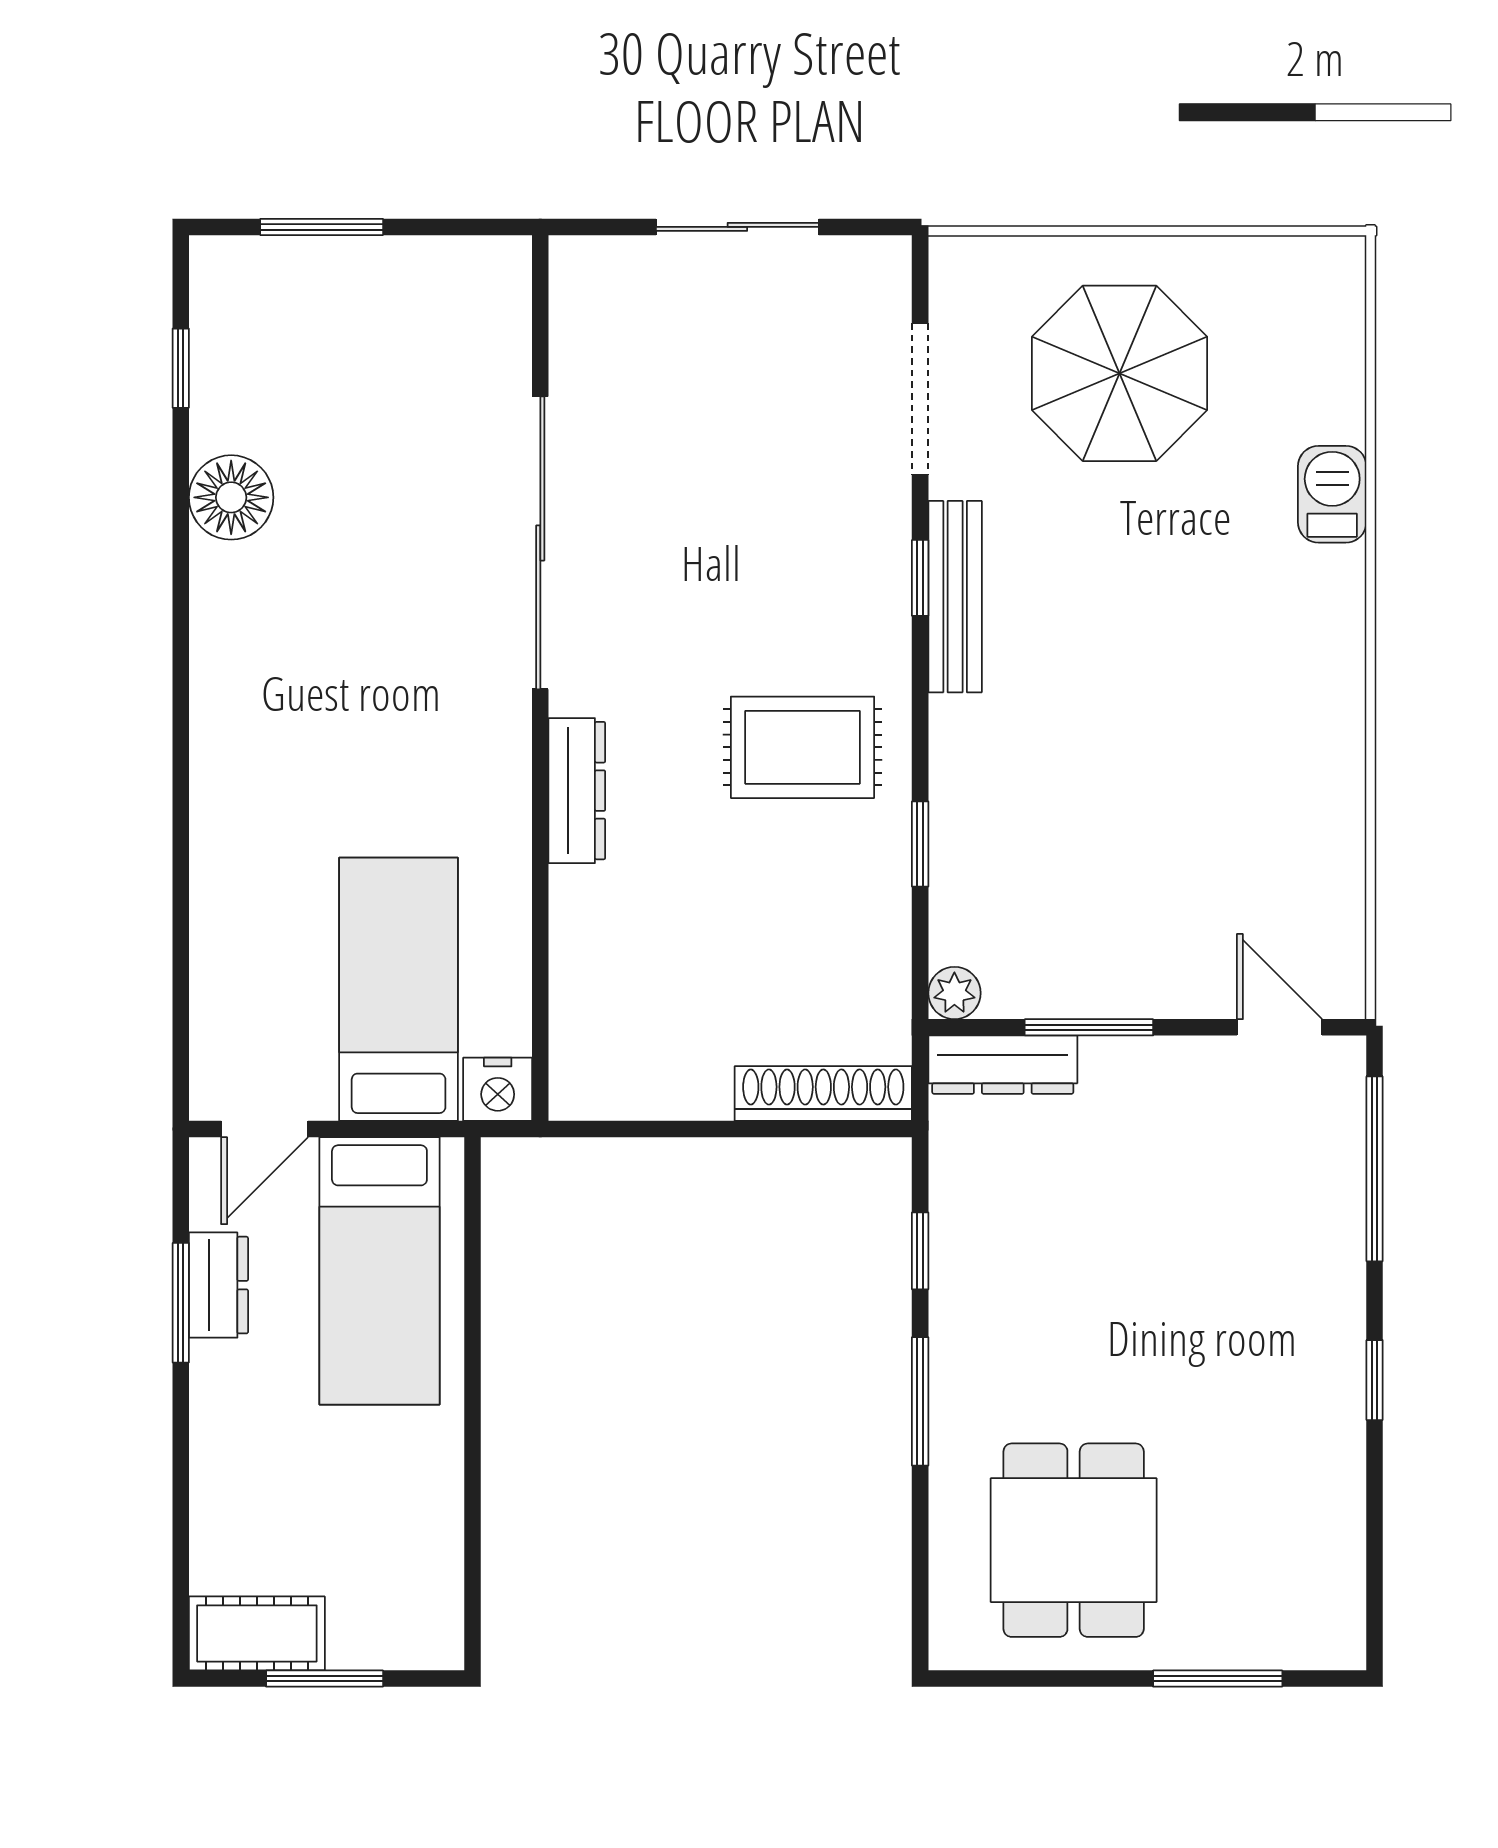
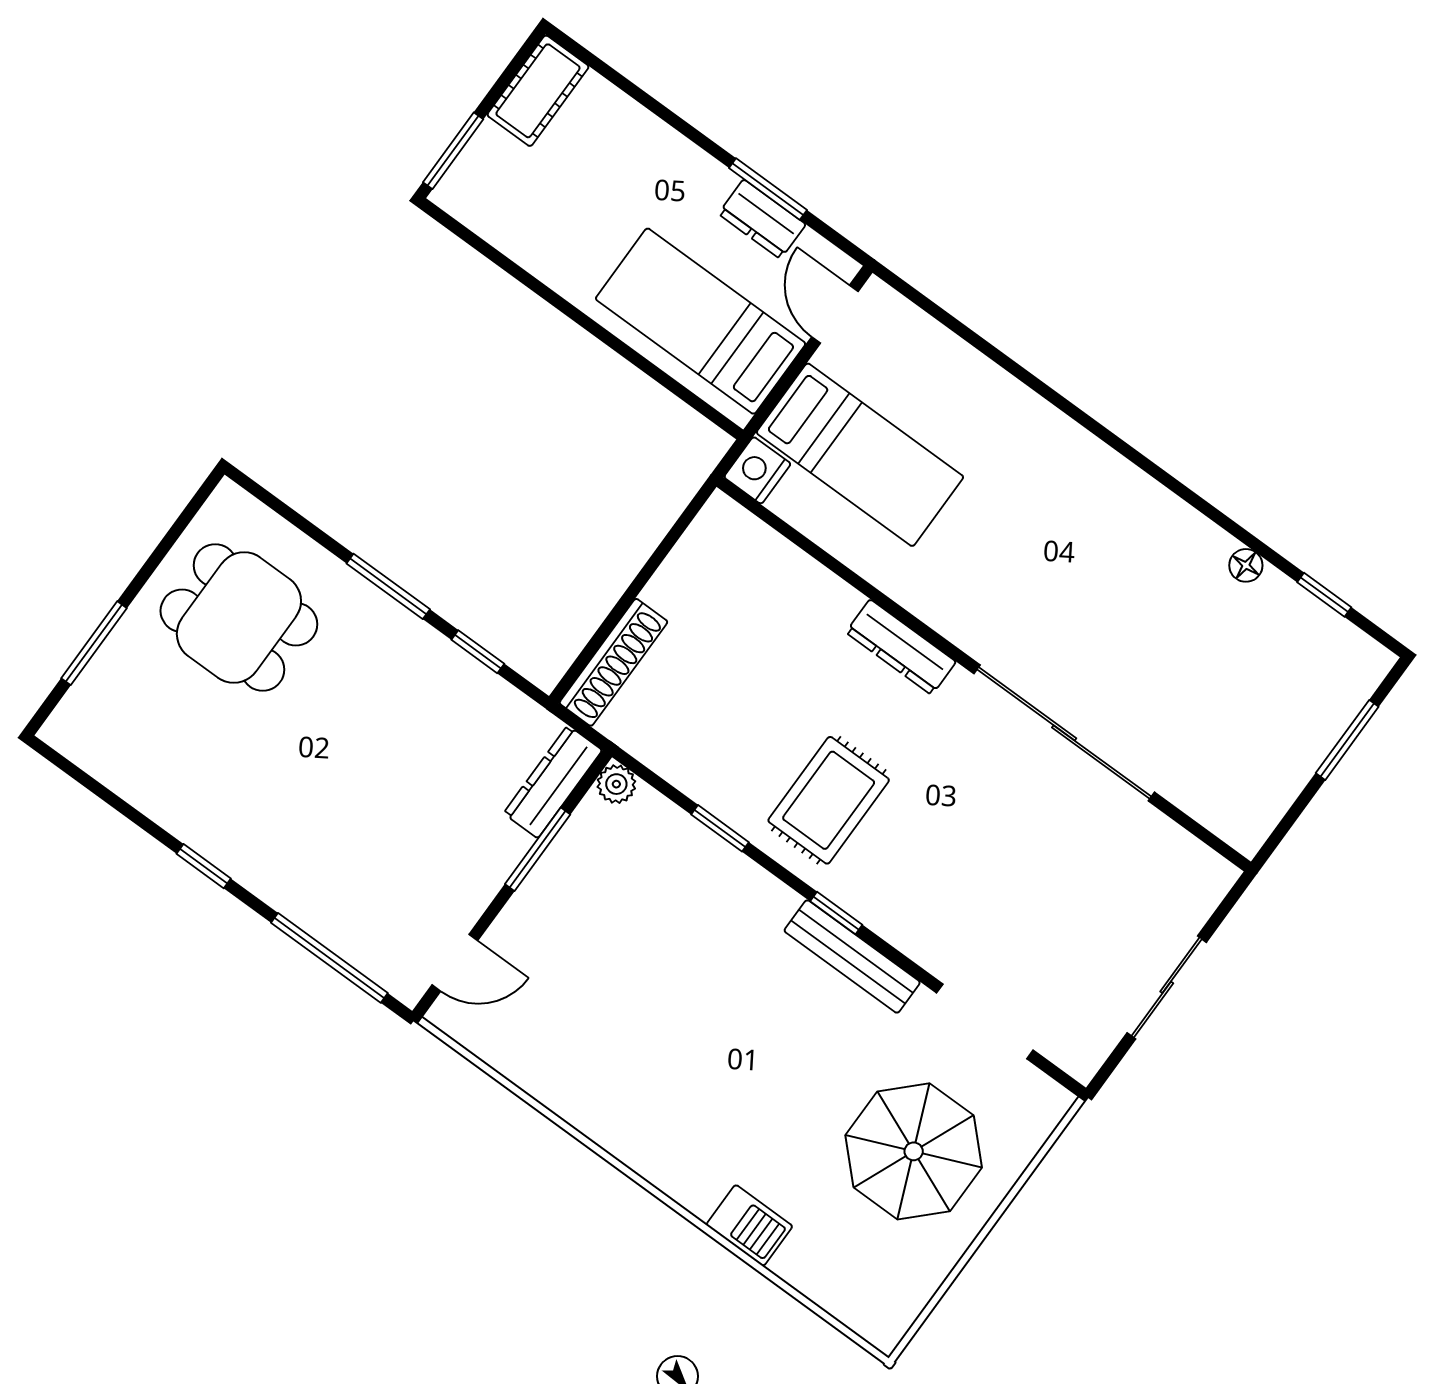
floor lamp: (231, 497) -> (1246, 565), width x0.53, depth x0.53
window: (920, 578) -> (836, 913), moved
window: (325, 1679) -> (453, 151), moved

